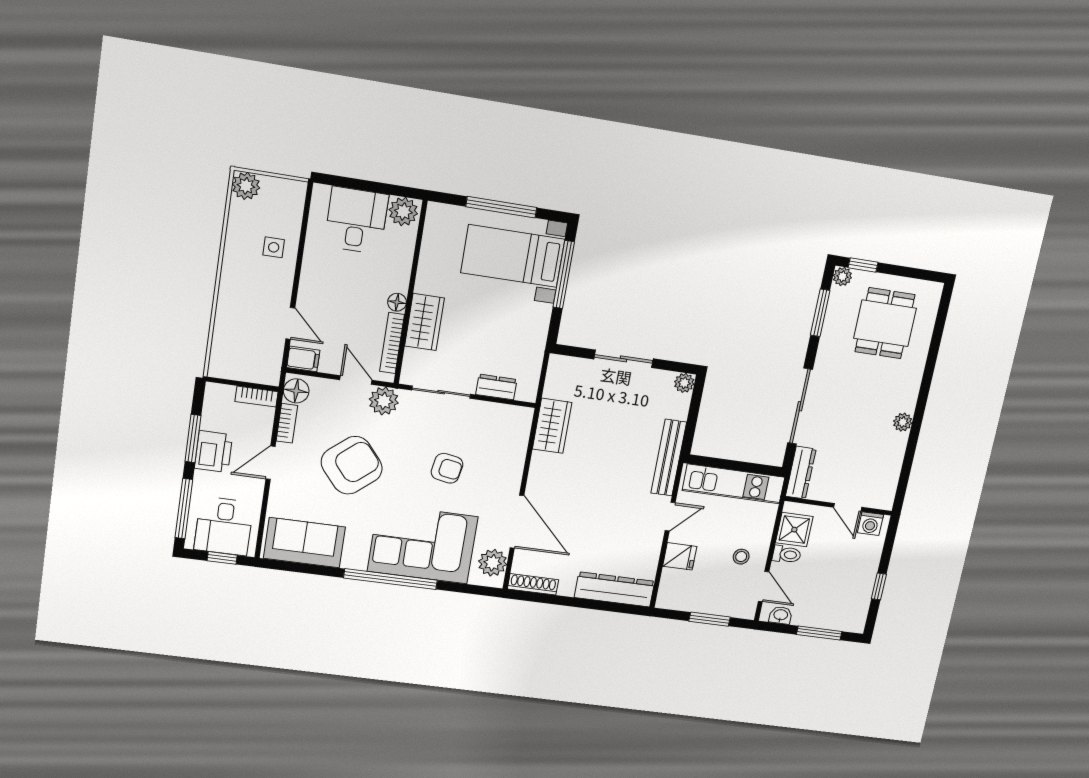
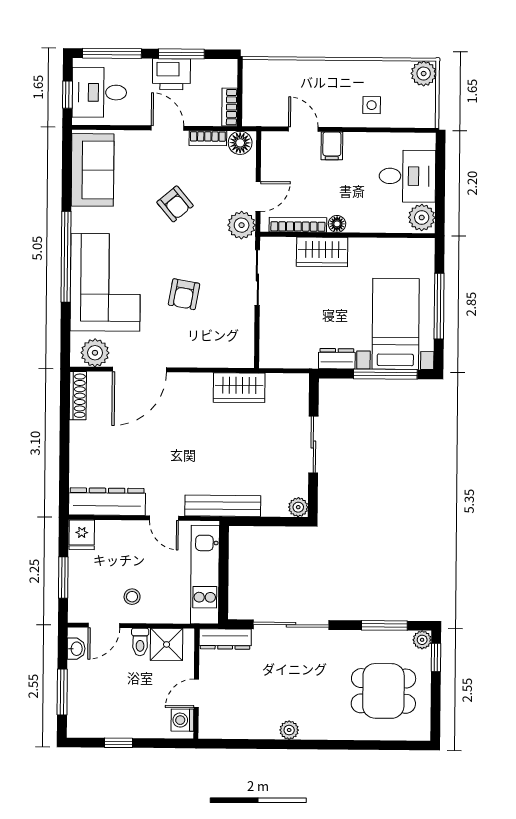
door: (290, 323) -> (303, 129), swing flipped
filing cabinet: (303, 359) -> (332, 146), moved
dresser: (496, 387) -> (337, 359), moved, turned -90
armchair: (352, 465) -> (175, 204), width x0.53, depth x0.53
fridge: (680, 556) -> (82, 535), moved
dresser: (615, 589) -> (107, 502), moved, turned -90

